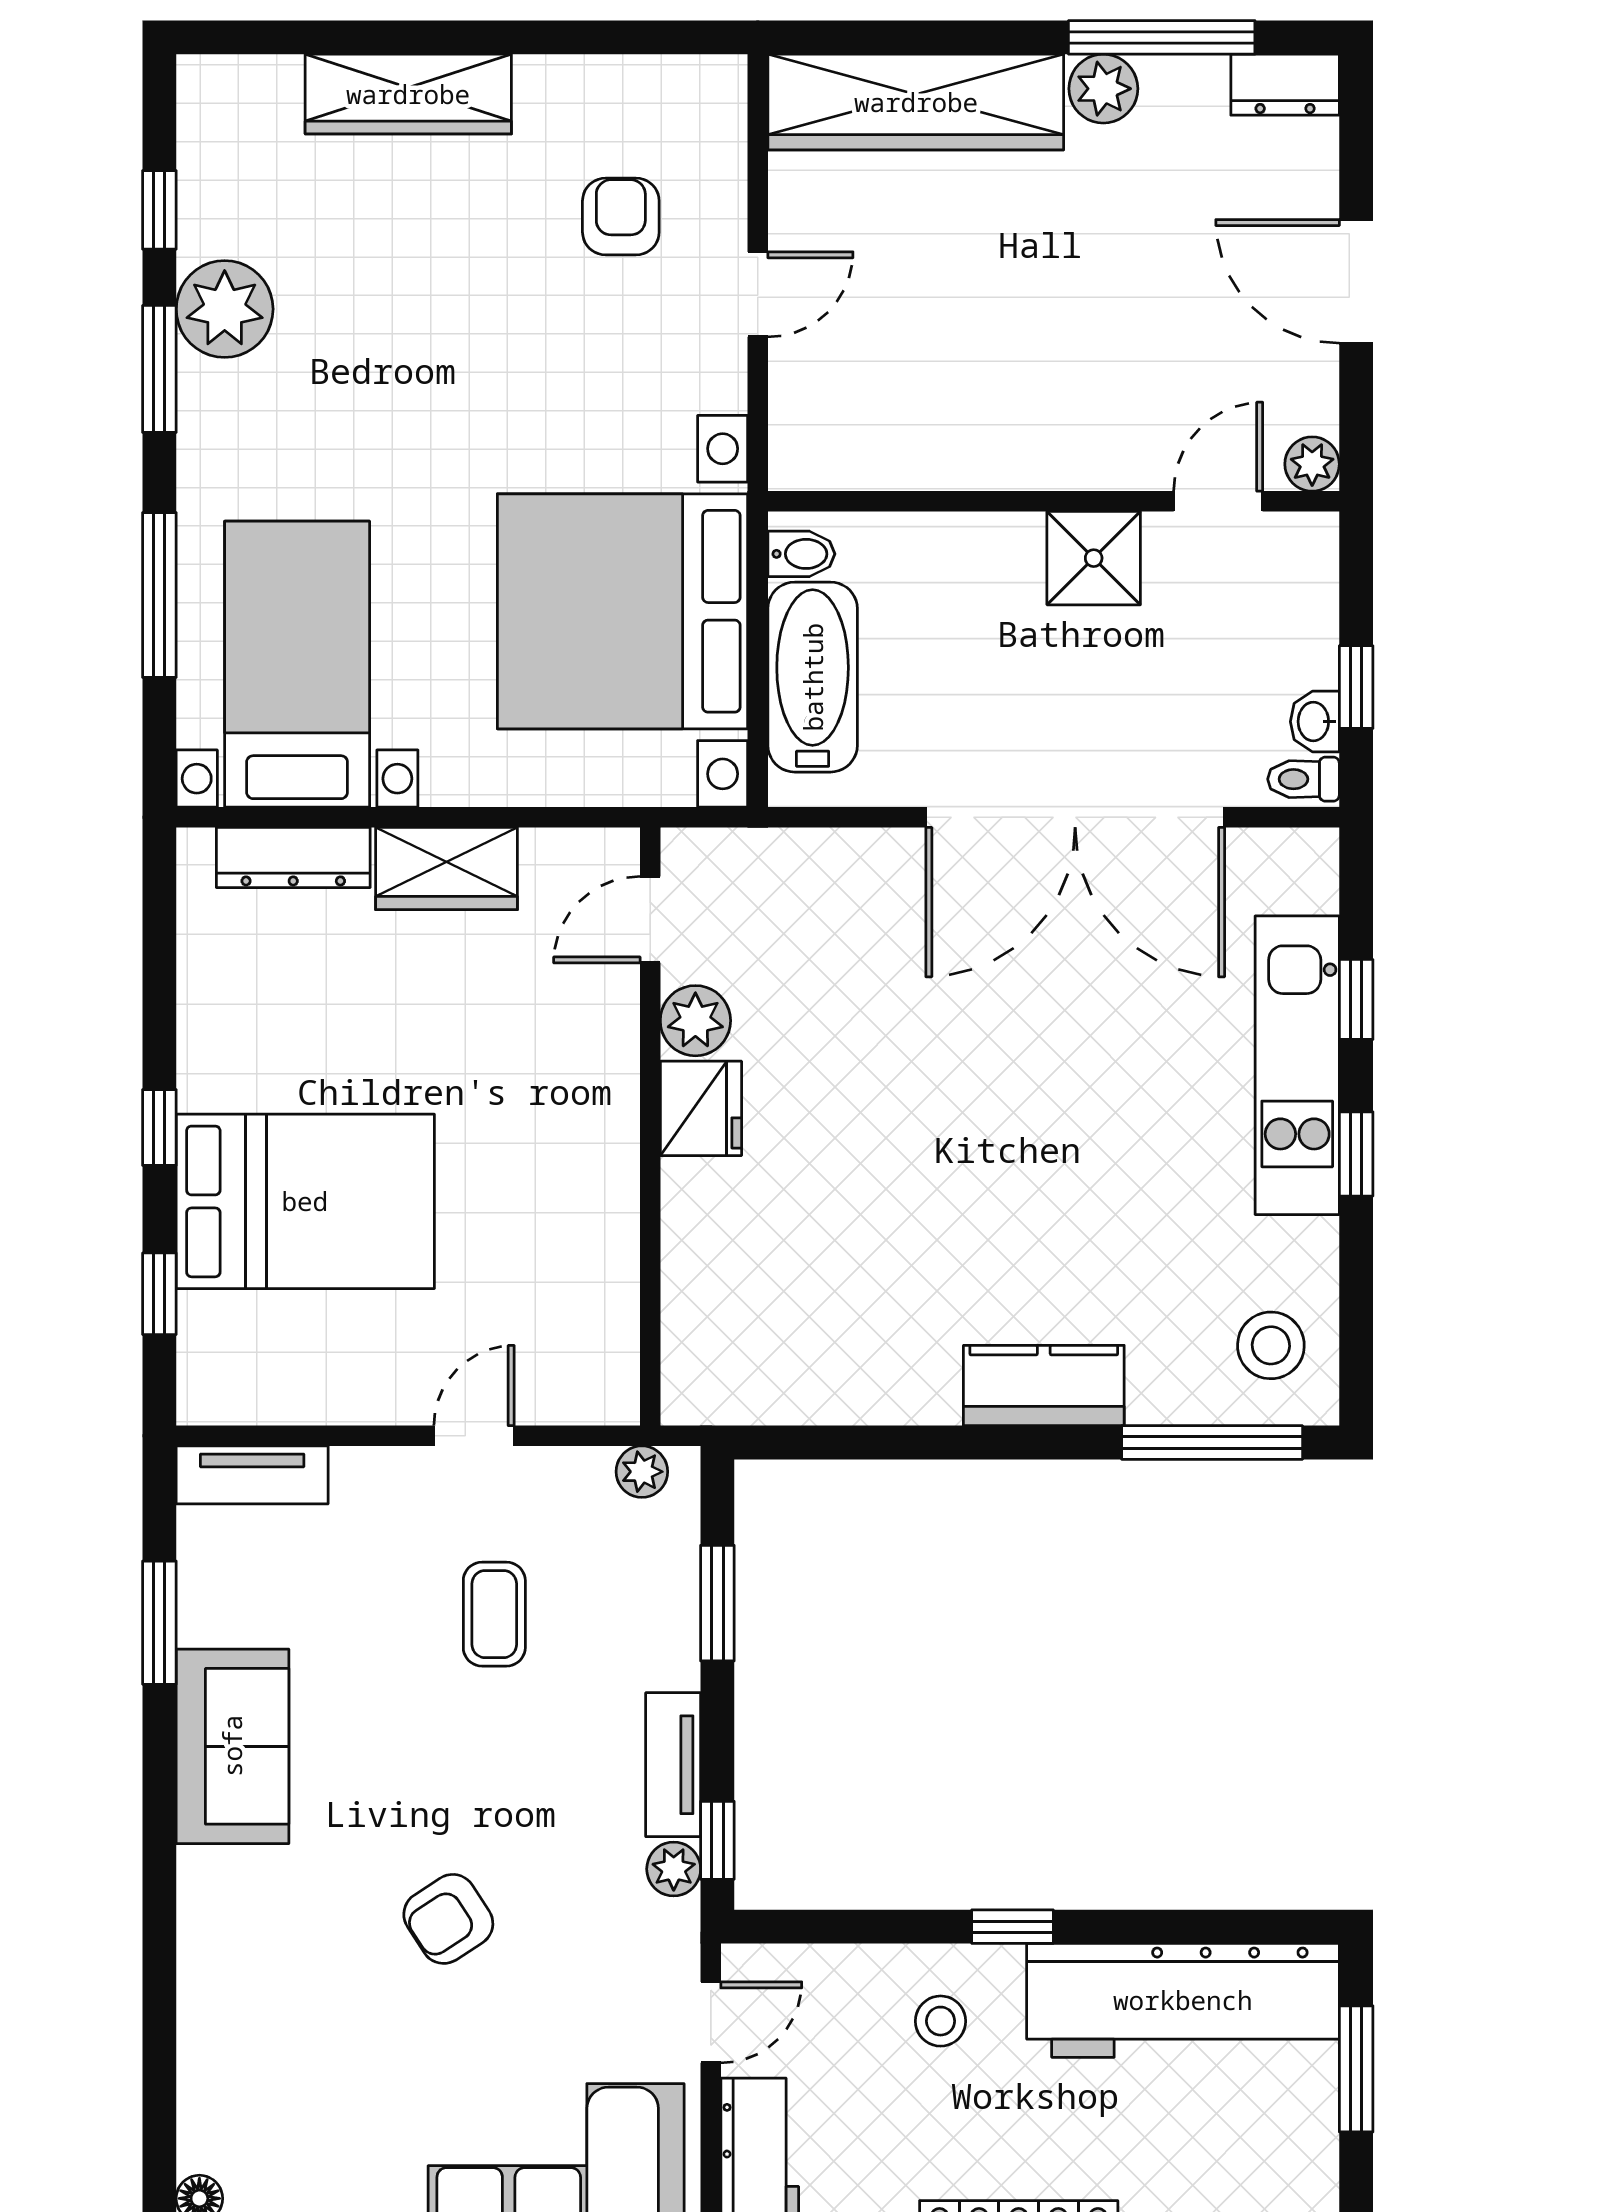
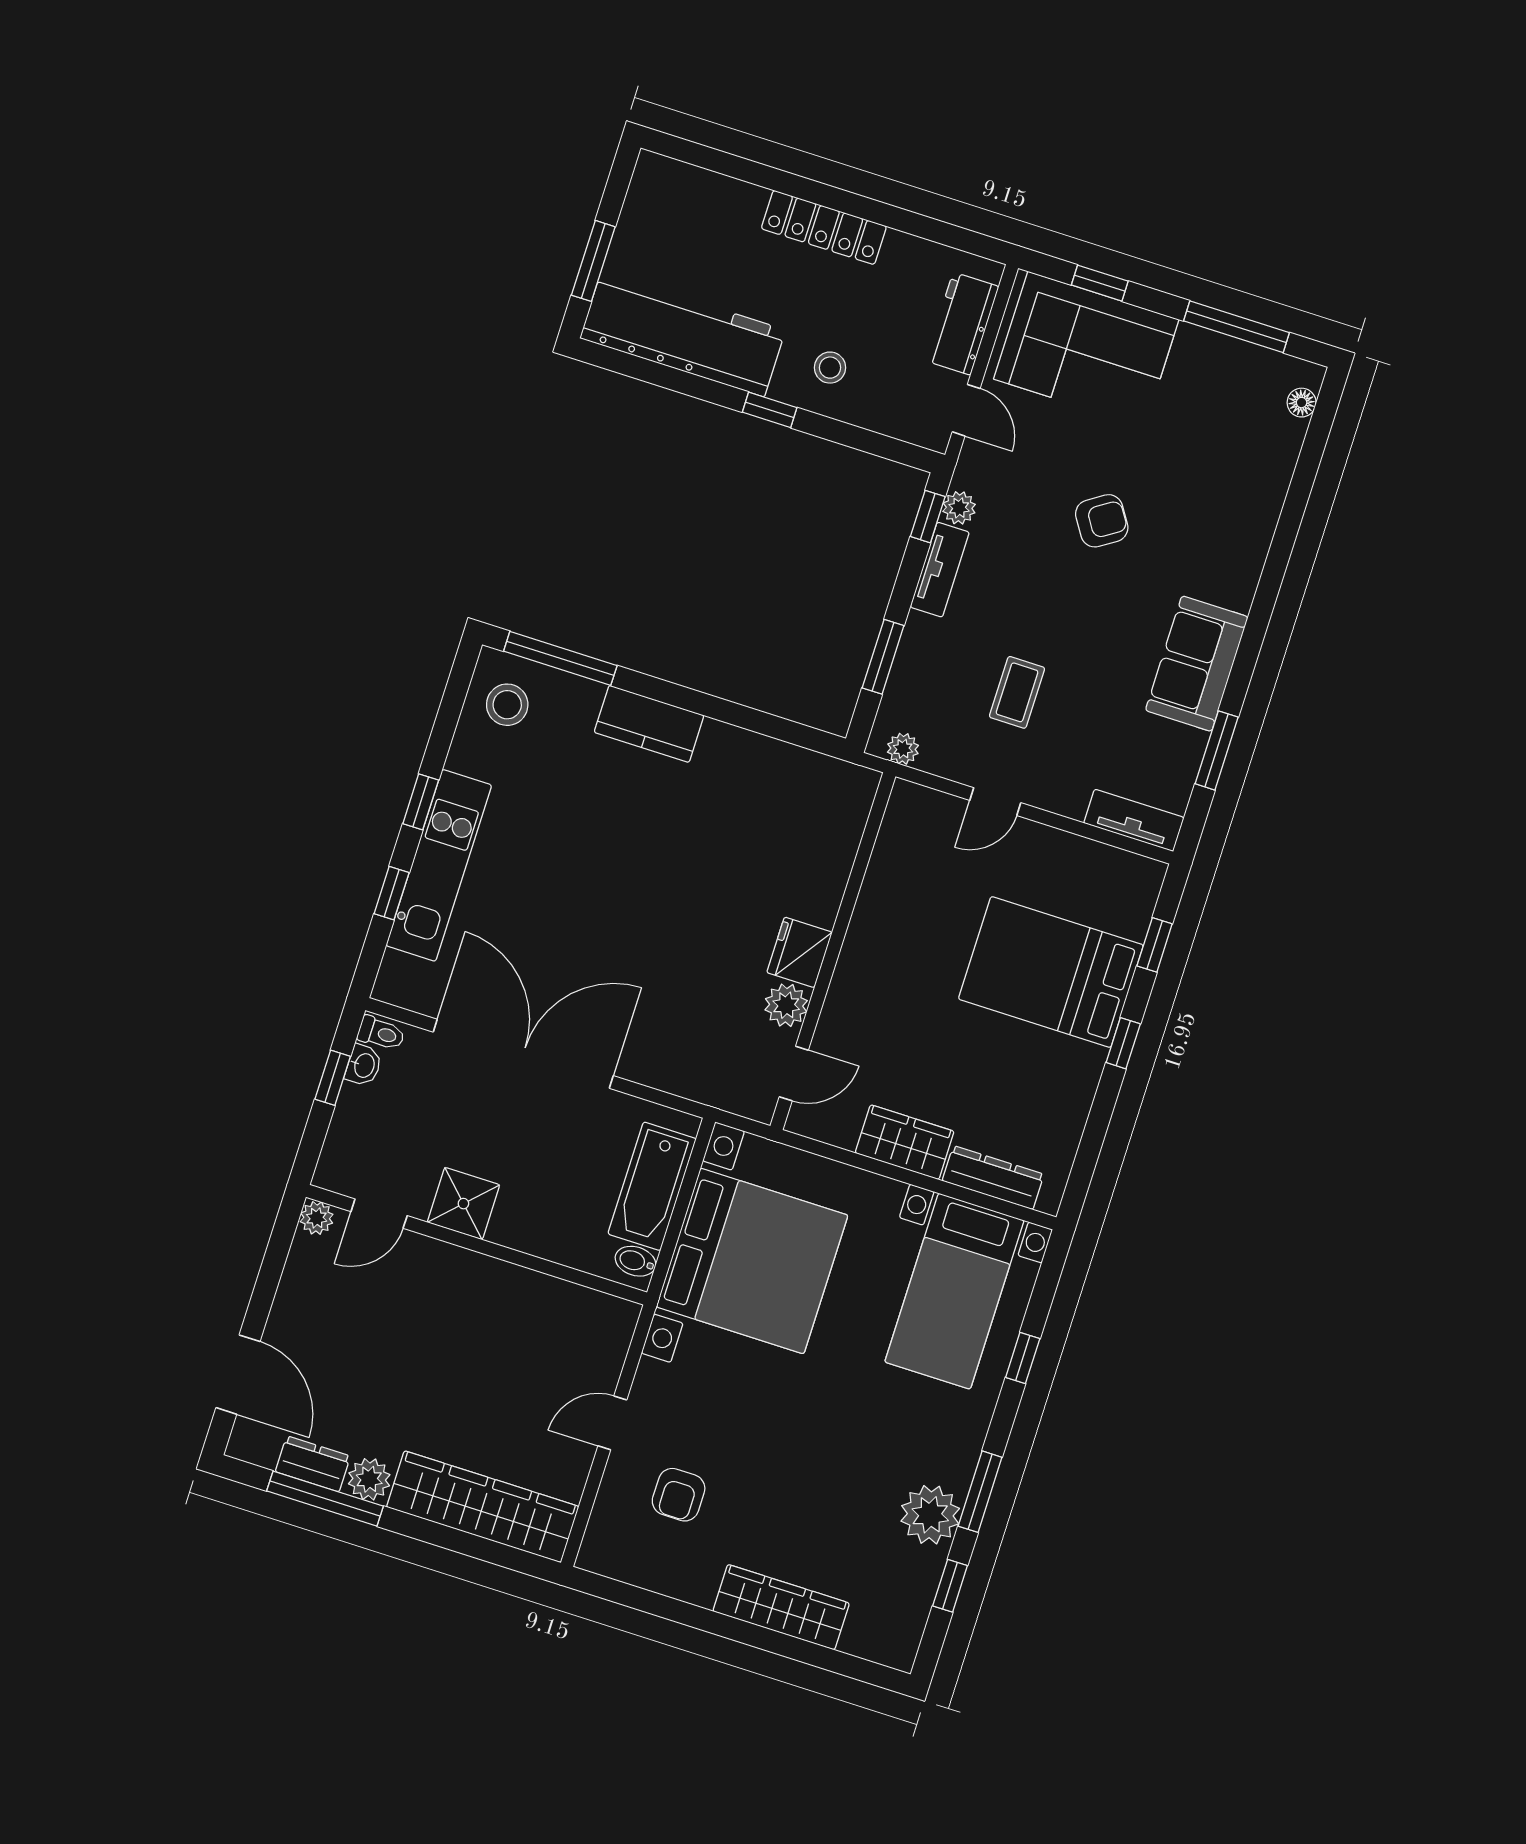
dresser: (1285, 85) -> (313, 1464), moved
door: (1356, 281) -> (238, 1375), moved
window: (159, 595) -> (1023, 1358), width x0.46
door: (711, 2022) -> (966, 410), swing flipped

